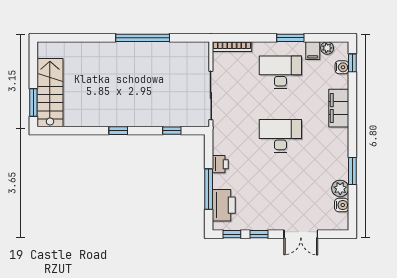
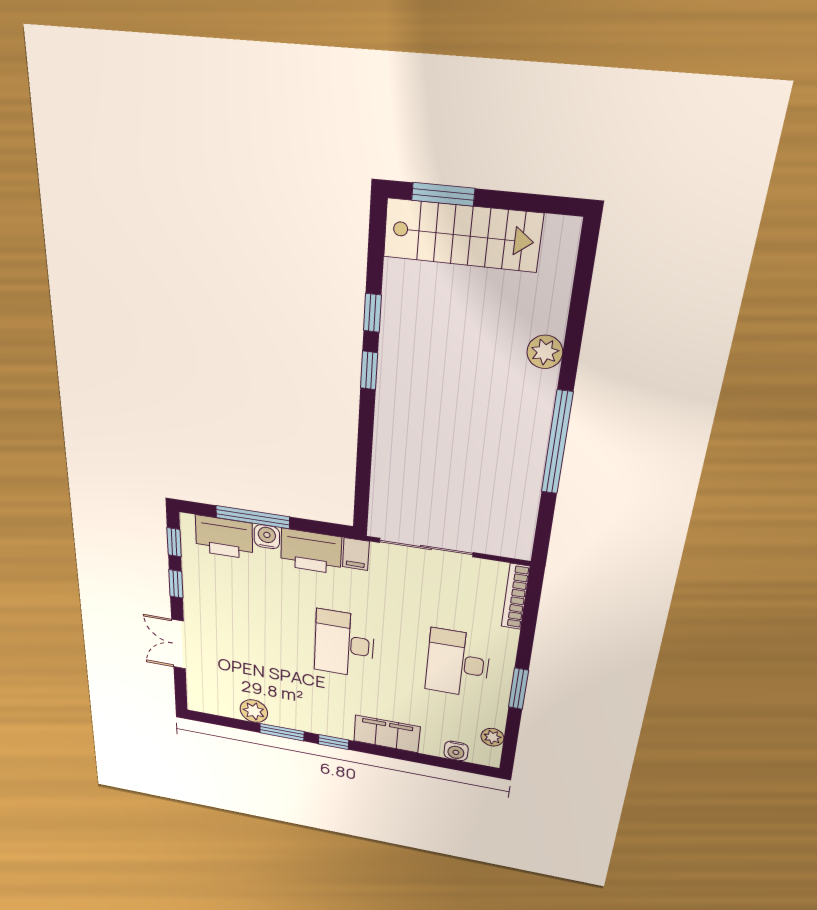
plant: (99, 50) -> (545, 352), added
filing cabinet: (313, 51) -> (356, 554), moved, turned -90
window: (352, 63) -> (334, 742), moved
desk: (280, 72) -> (458, 663), turned 180
window: (172, 131) -> (372, 313), moved
desk: (280, 136) -> (344, 644), turned 180
printer: (220, 164) -> (311, 551), width x1.87, depth x1.48
water cooler: (342, 205) -> (267, 537), moved, turned 180

